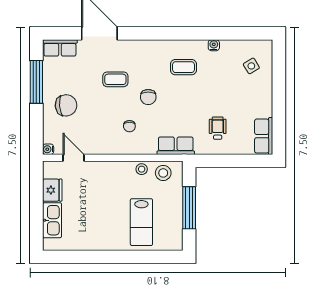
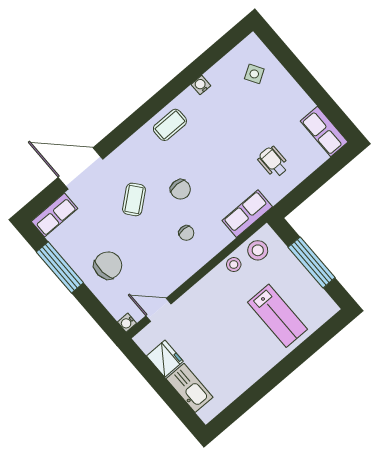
coffee table: (183, 67) -> (170, 125), moved
coffee table: (115, 79) -> (134, 199), turned -39

